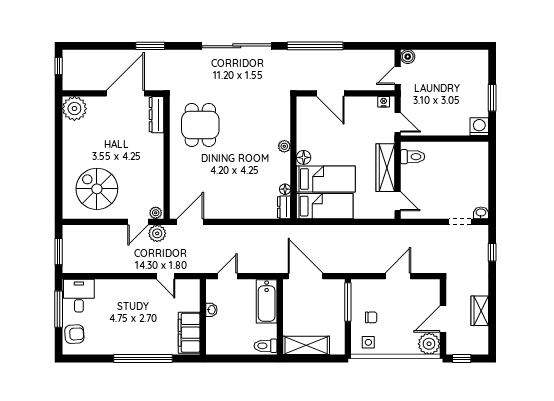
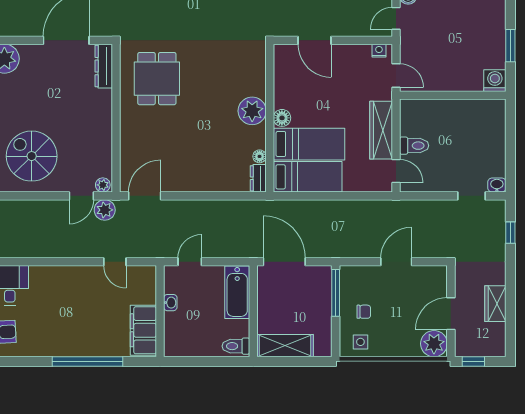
plant: (284, 146) -> (252, 111), width x1.88, depth x1.88
toilet: (413, 157) -> (414, 146), moved

